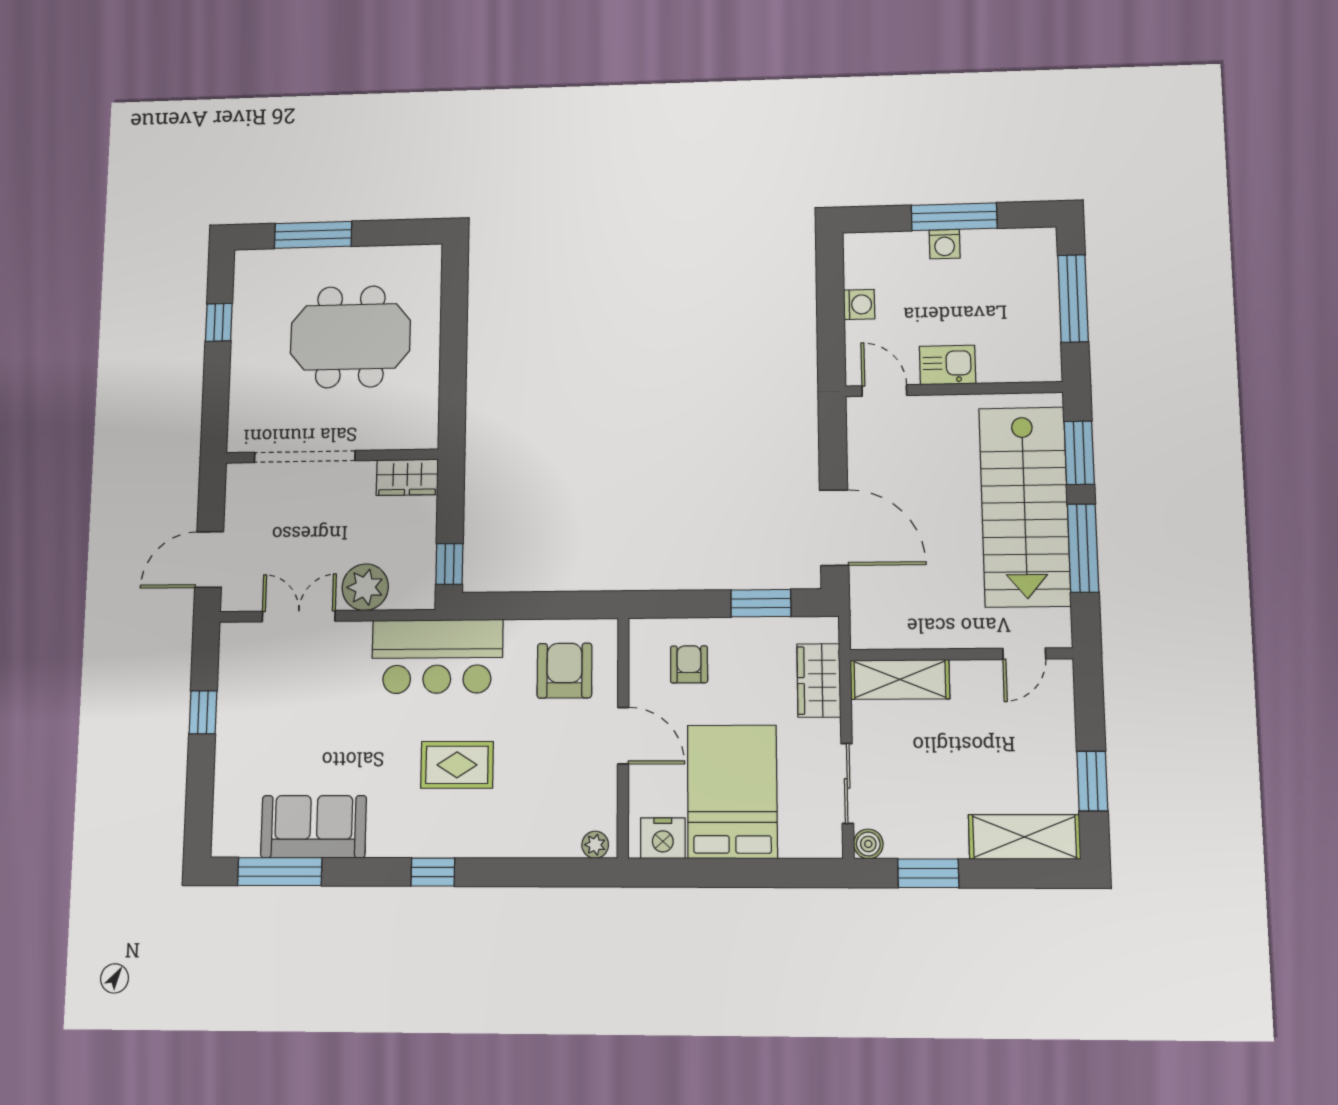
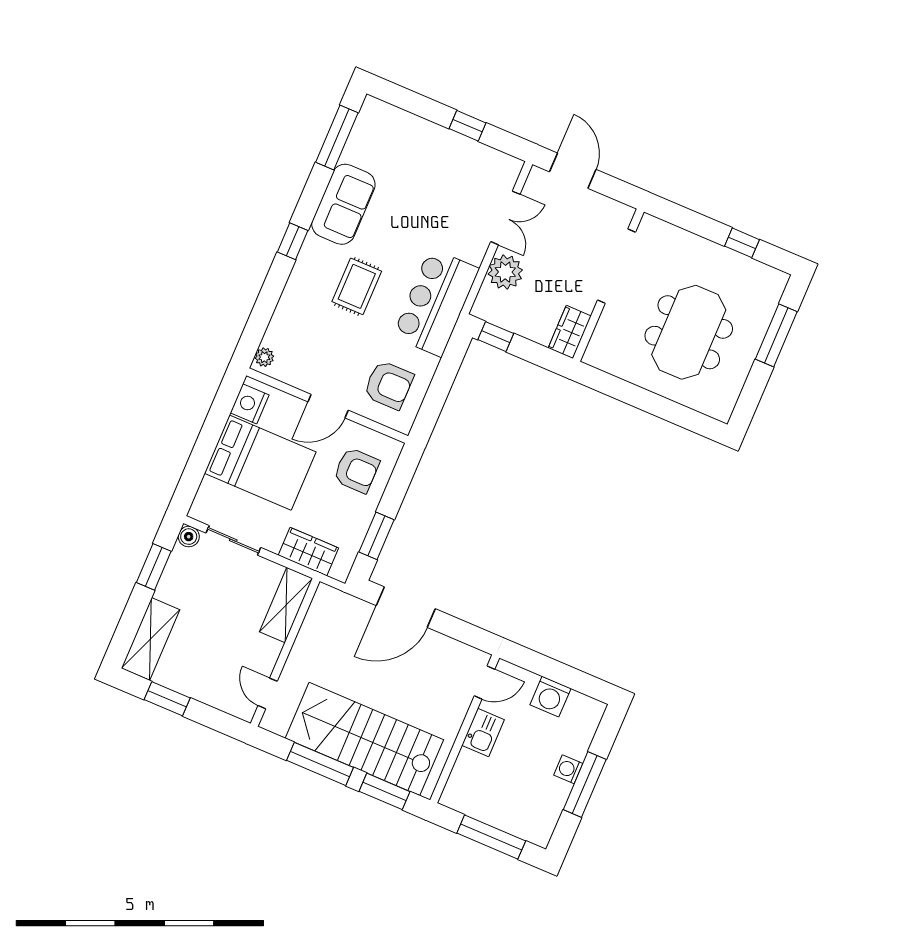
washing machine: (859, 304) -> (550, 697), width x1.38, depth x1.38
armchair: (689, 664) -> (356, 470), width x1.38, depth x1.38
sofa: (314, 827) -> (343, 204), moved

